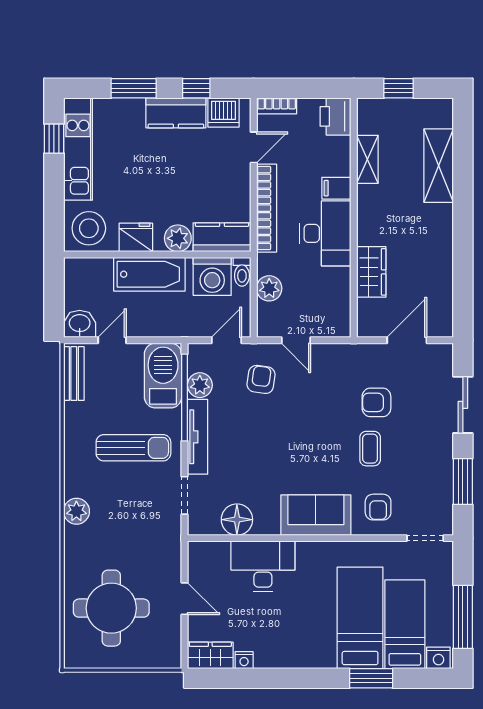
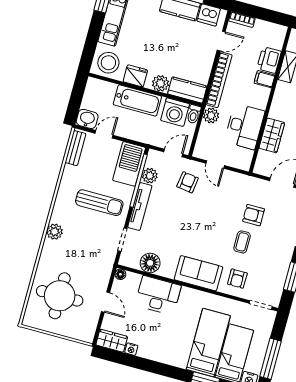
printer: (335, 116) -> (269, 60), moved
desk: (325, 233) -> (245, 126), moved
plant: (269, 288) -> (211, 115), moved
floor lamp: (196, 549) -> (120, 274), added

